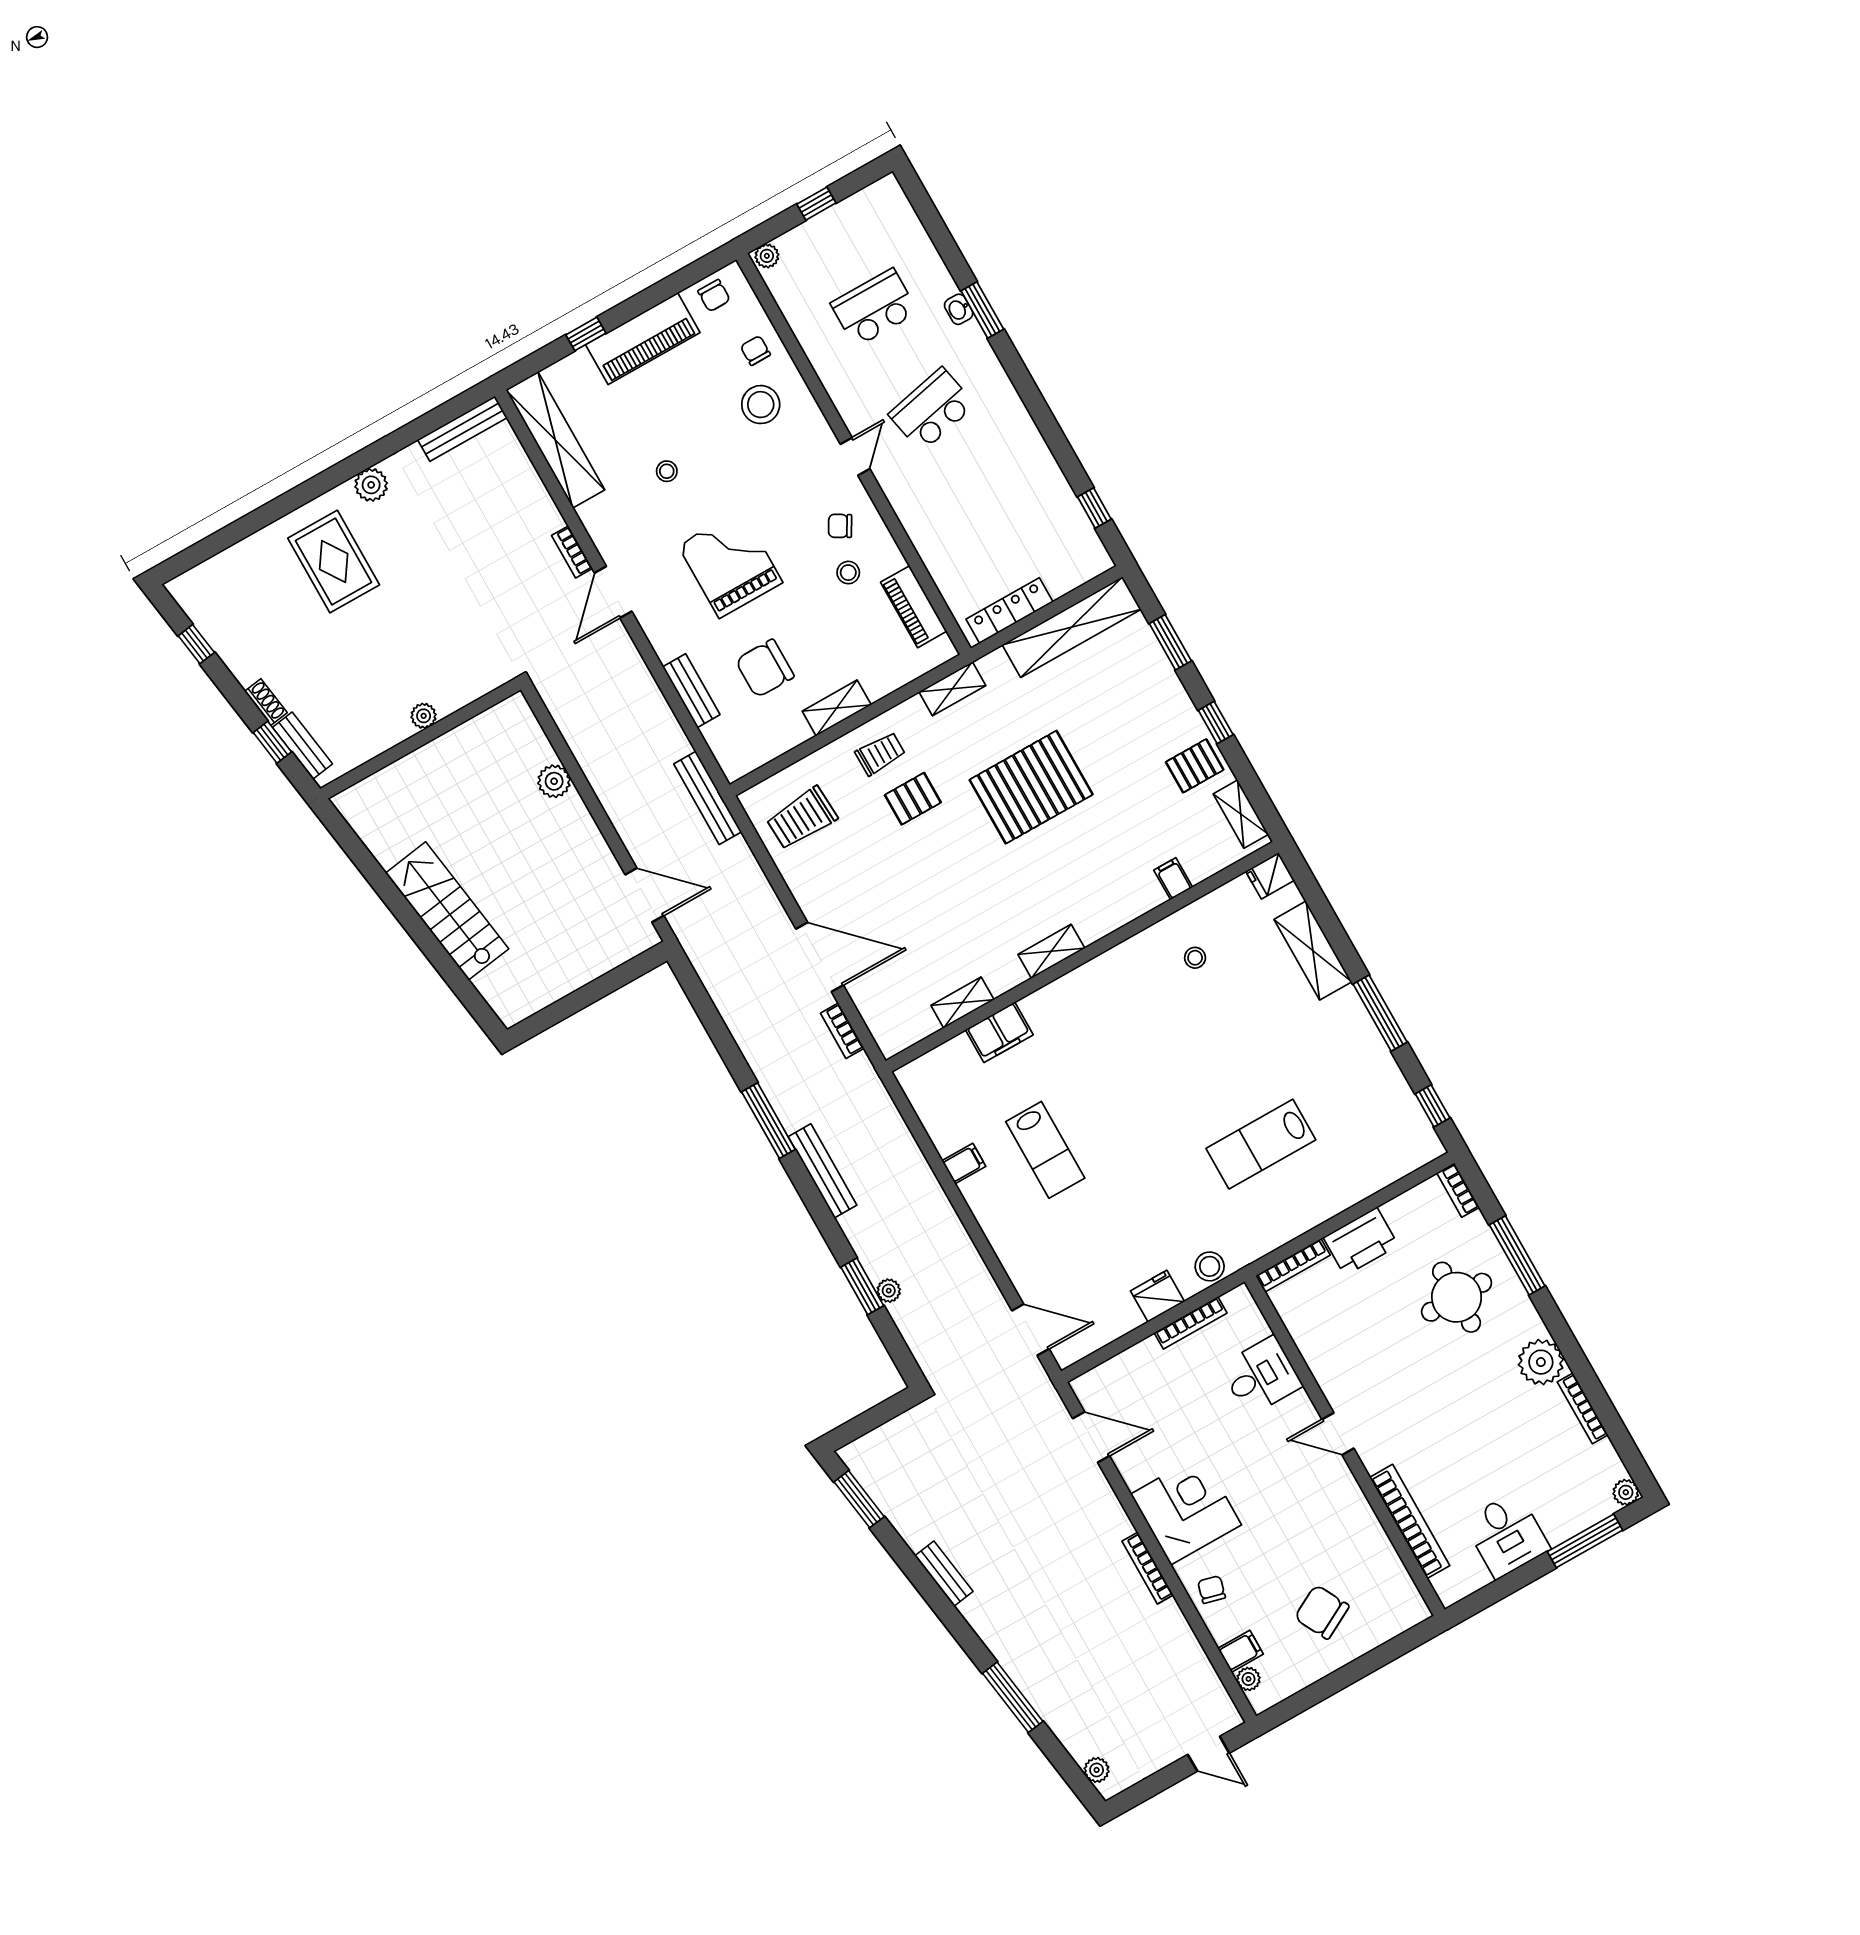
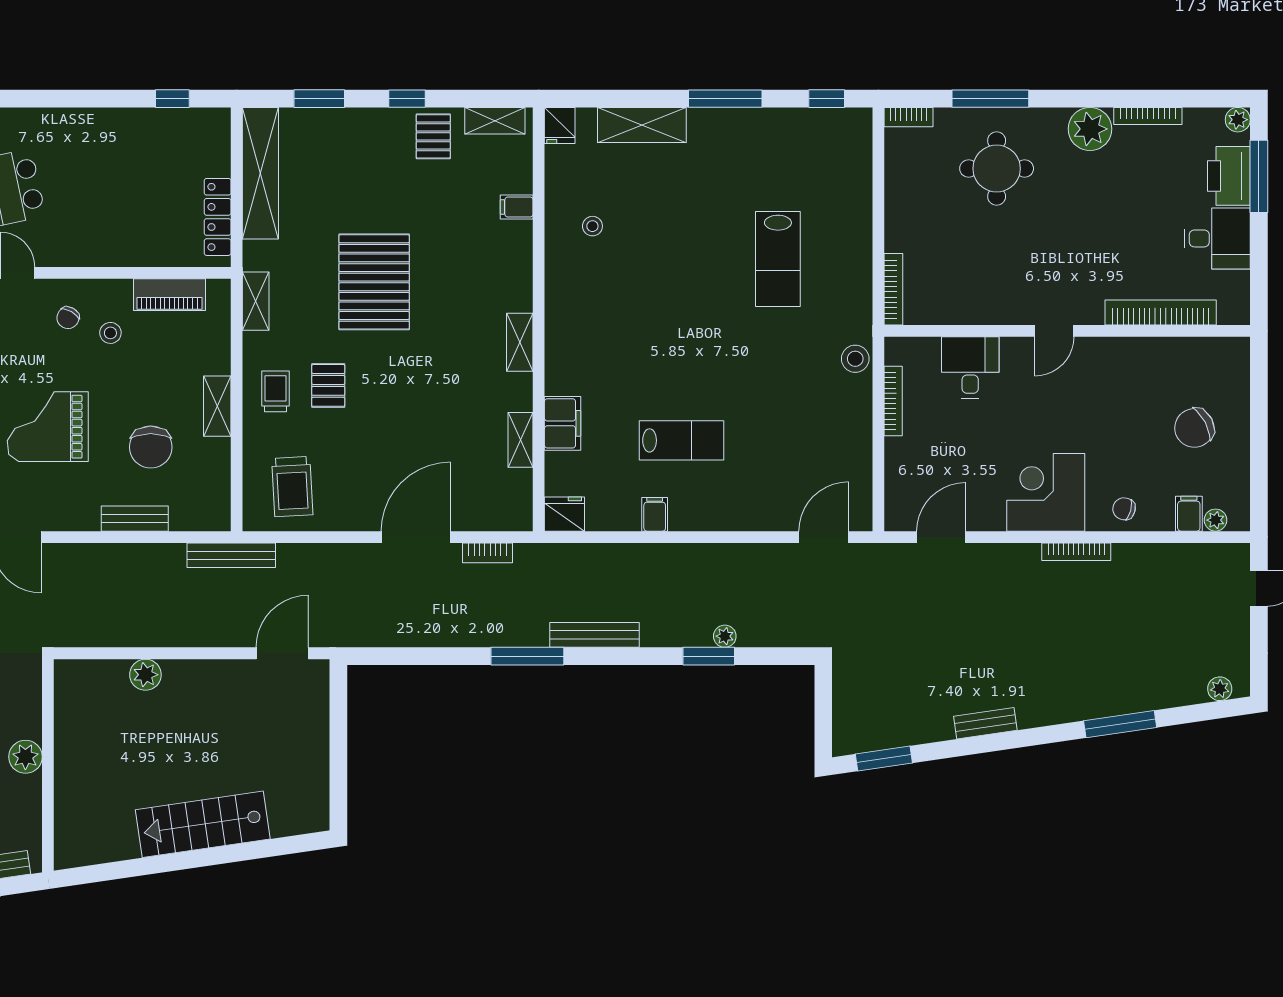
plant: (424, 716) -> (25, 757), width x1.38, depth x1.38
printer: (1361, 1241) -> (1229, 176), moved, turned 180
fridge: (1157, 1296) -> (564, 514), moved, turned 90

